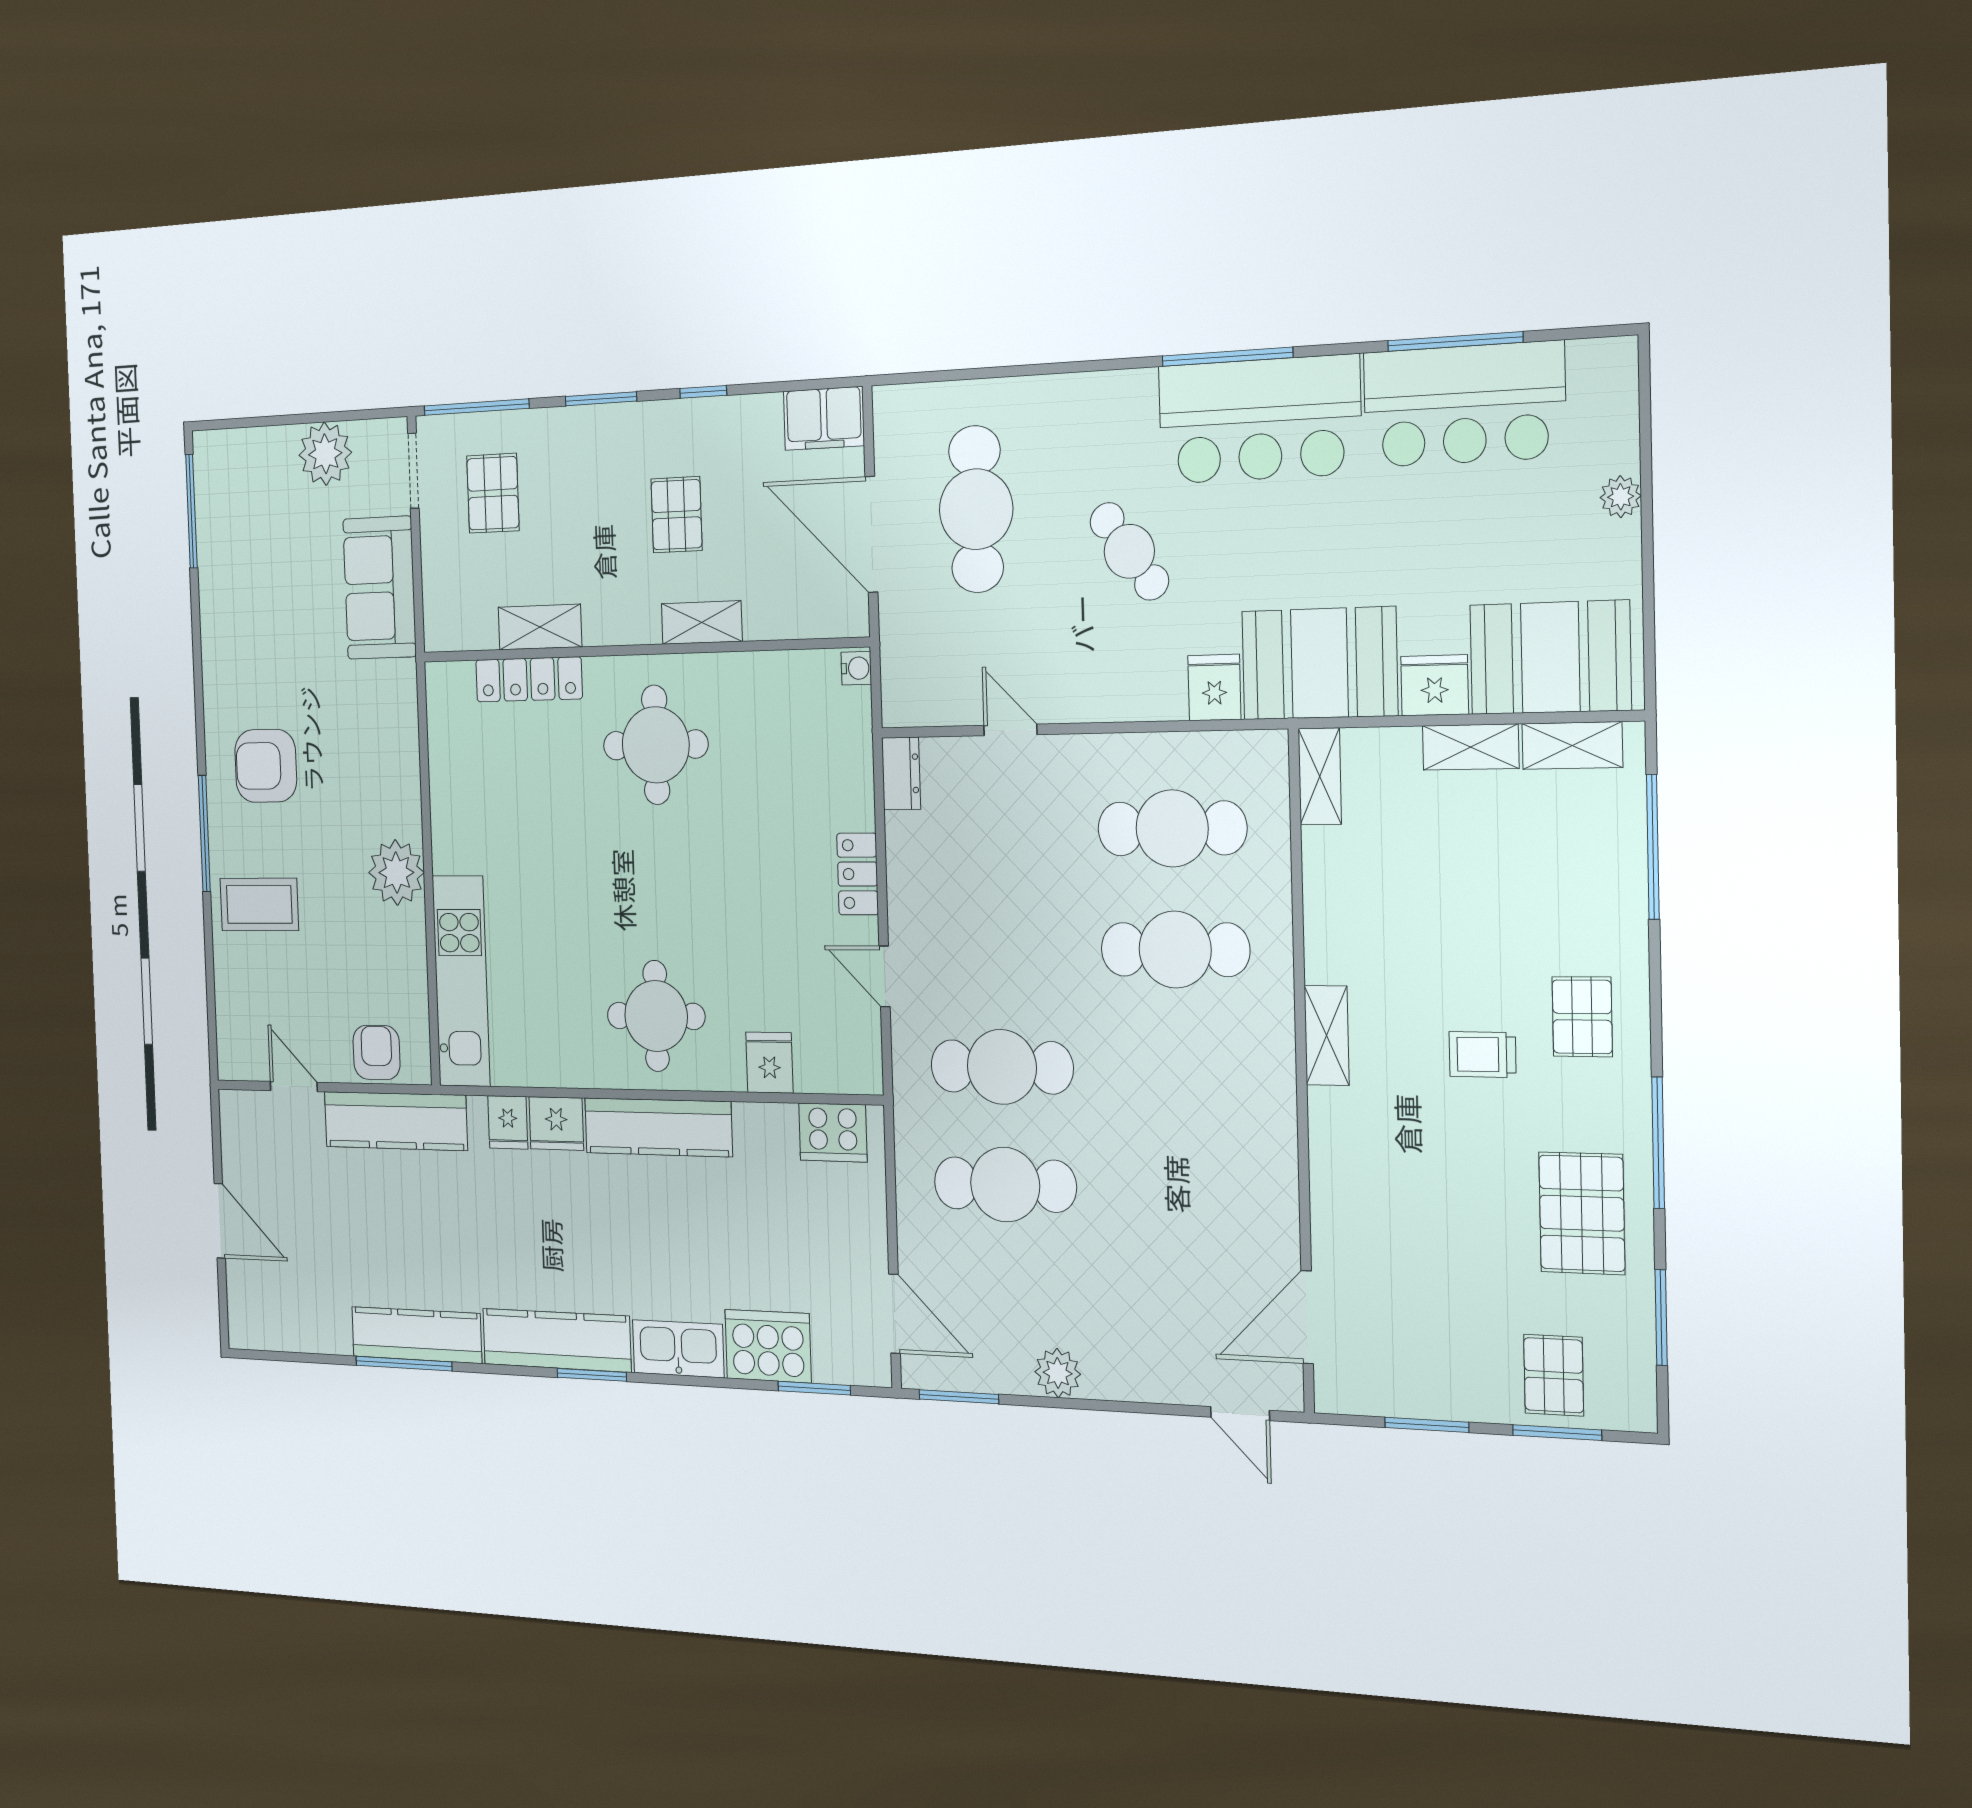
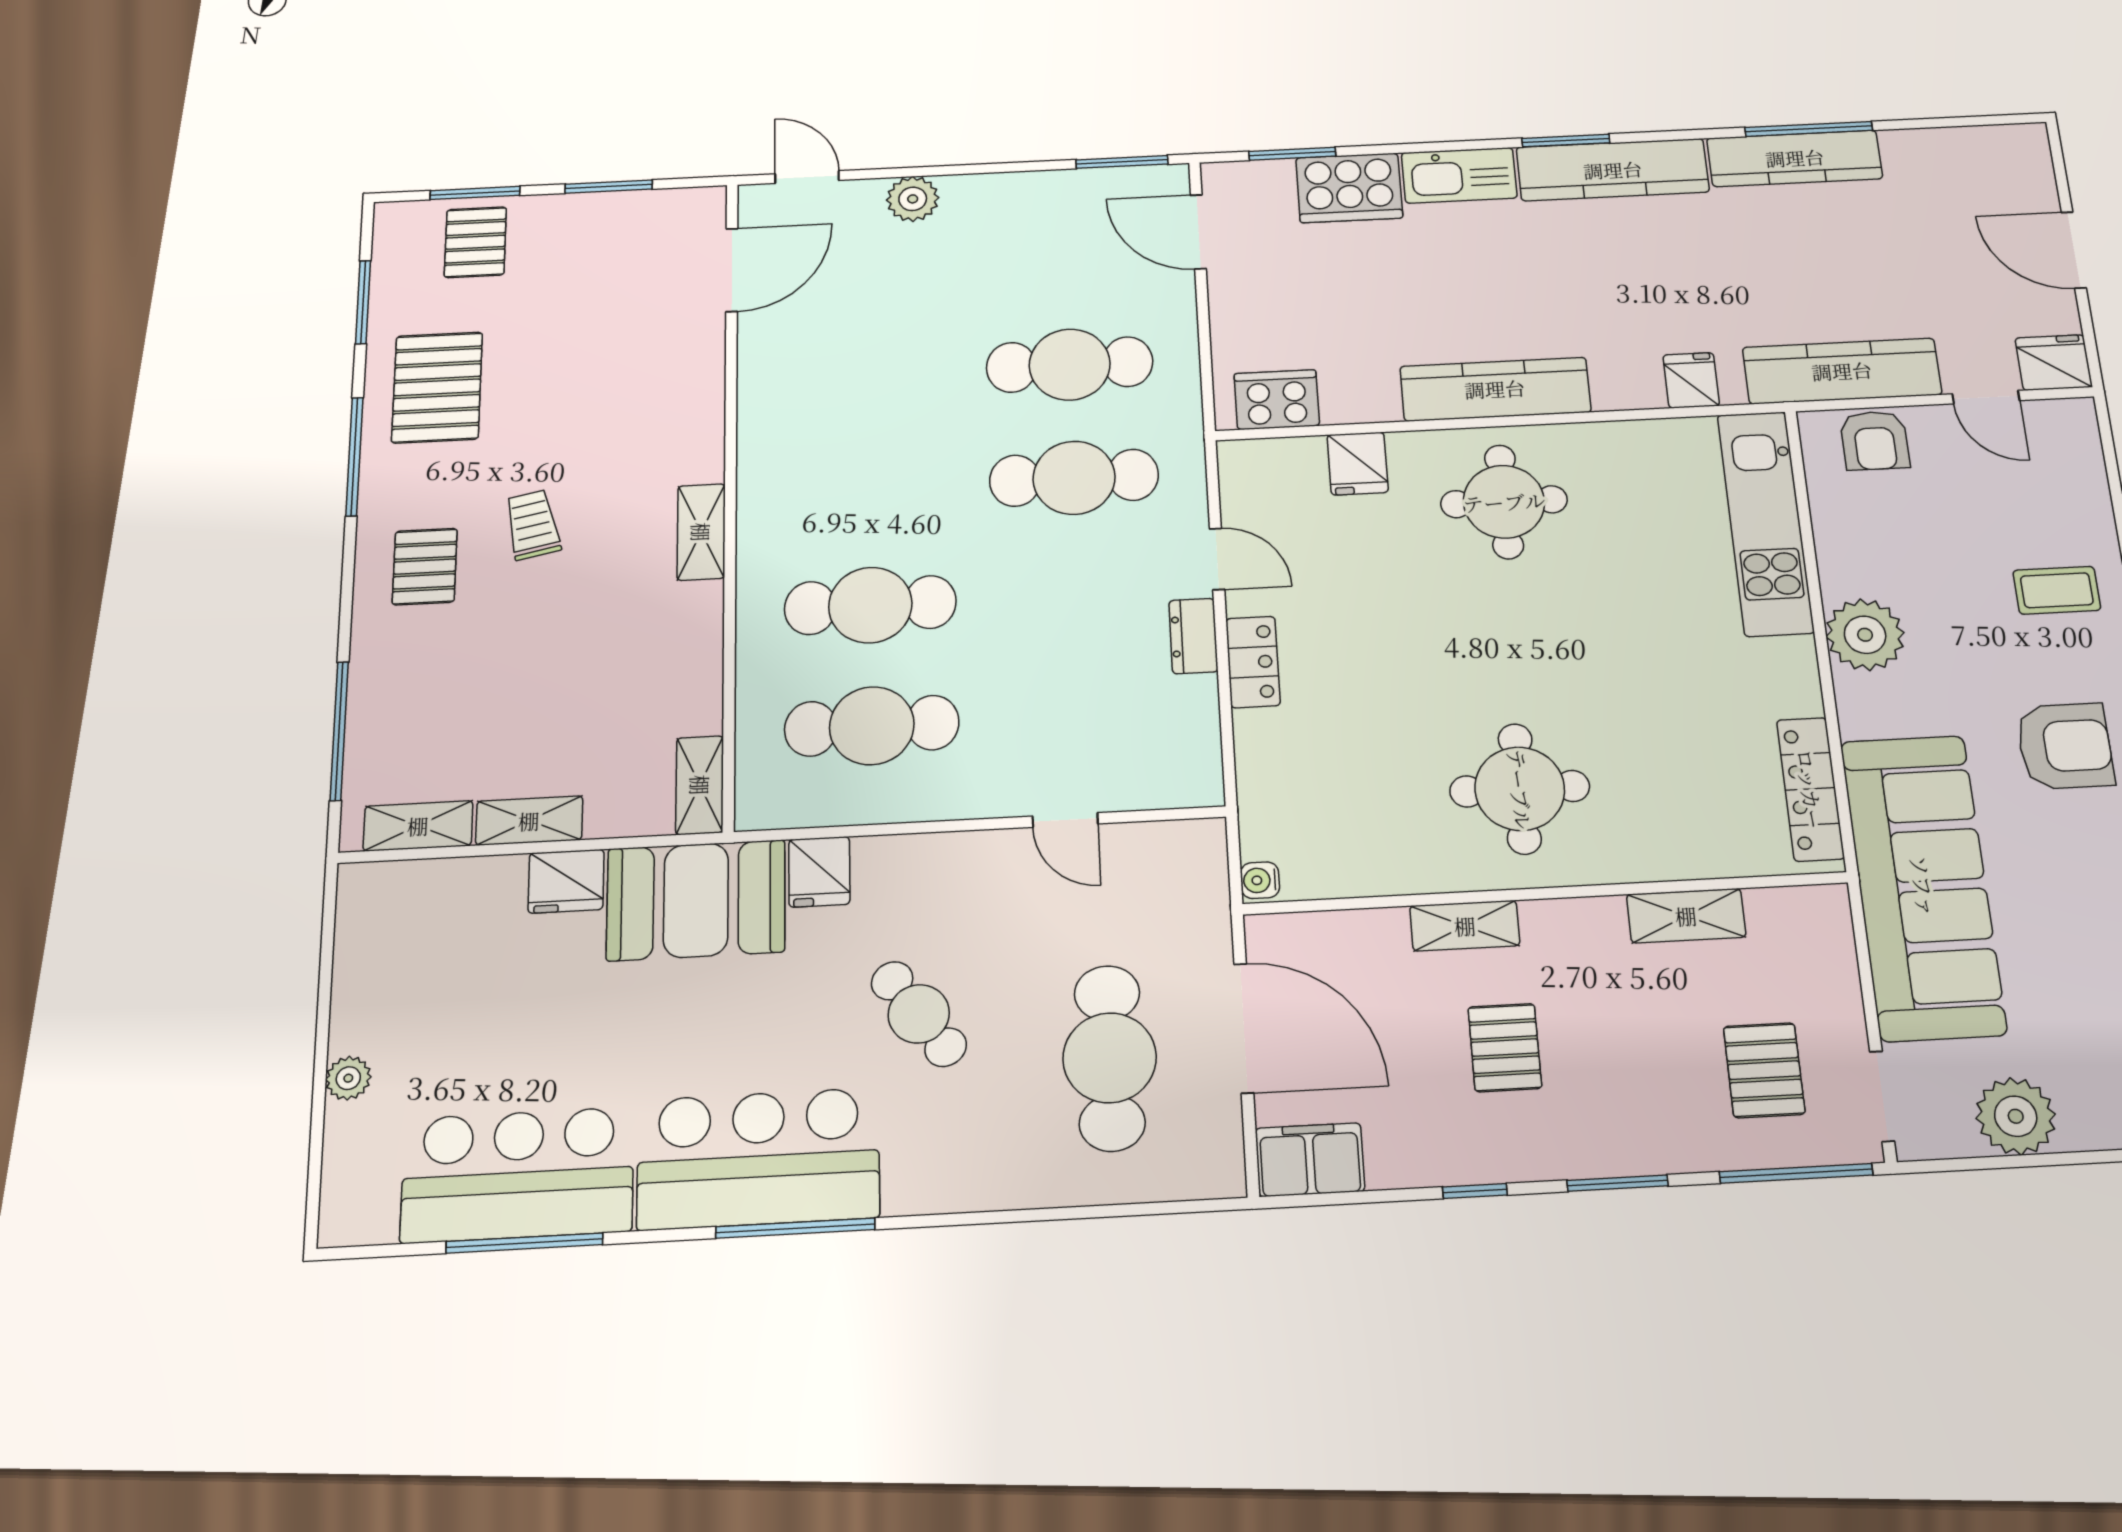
sofa: (380, 588) -> (1923, 886), width x1.85, depth x1.27
booth: (1550, 657) -> (436, 913), removed
locker: (529, 679) -> (1810, 789), moved, turned -90
dresser: (901, 774) -> (1193, 636), moved
coffee table: (259, 904) -> (2057, 590), width x0.73, depth x0.77
trolley: (1482, 1055) -> (532, 525), turned -102
fridge: (556, 1123) -> (2054, 363), moved
plant: (1058, 1373) -> (913, 199), moved

